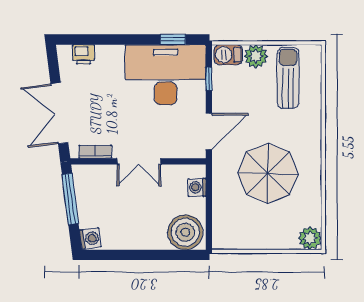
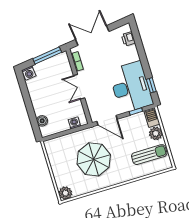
boiler: (185, 232) -> (42, 121), width x0.54, depth x0.54

